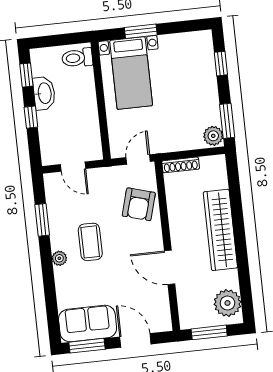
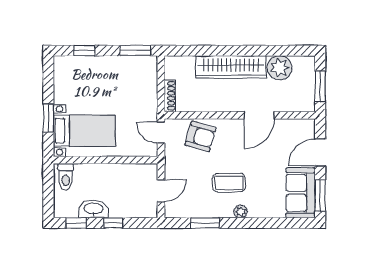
plant: (213, 136) -> (147, 64), removed
plant: (227, 303) -> (280, 68), moved

